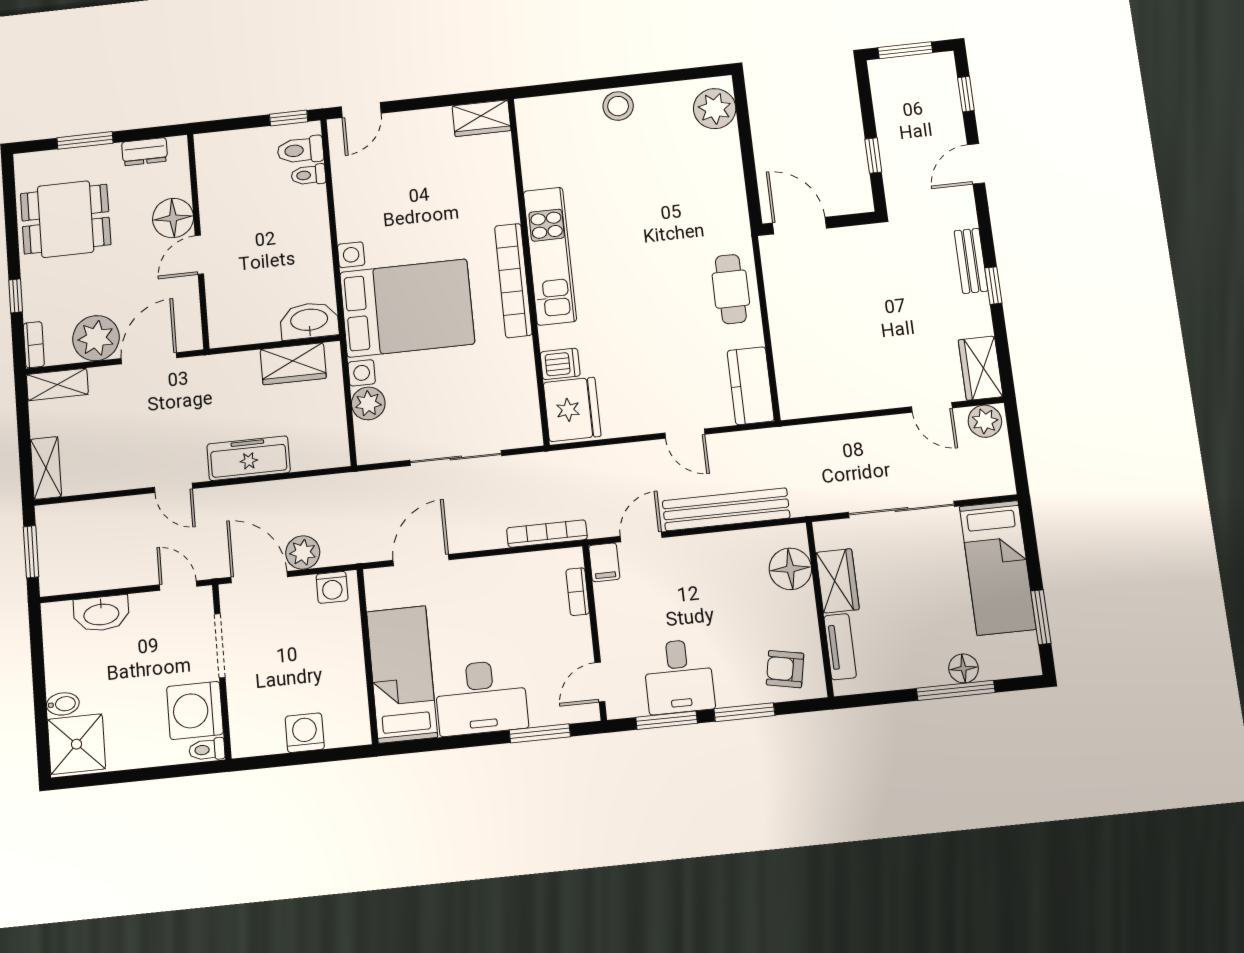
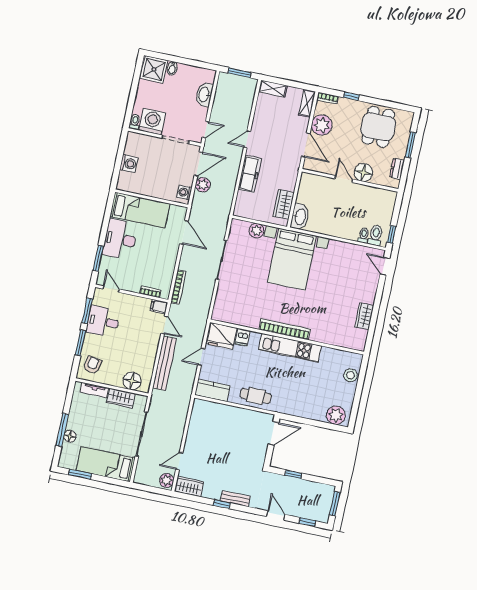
kitchen unit: (550, 256) -> (290, 348), moved
wall: (529, 270) -> (287, 337), moved
bookcase: (513, 280) -> (285, 329), moved
dishwasher: (560, 364) -> (243, 337), moved
fridge: (572, 409) -> (222, 336), moved

